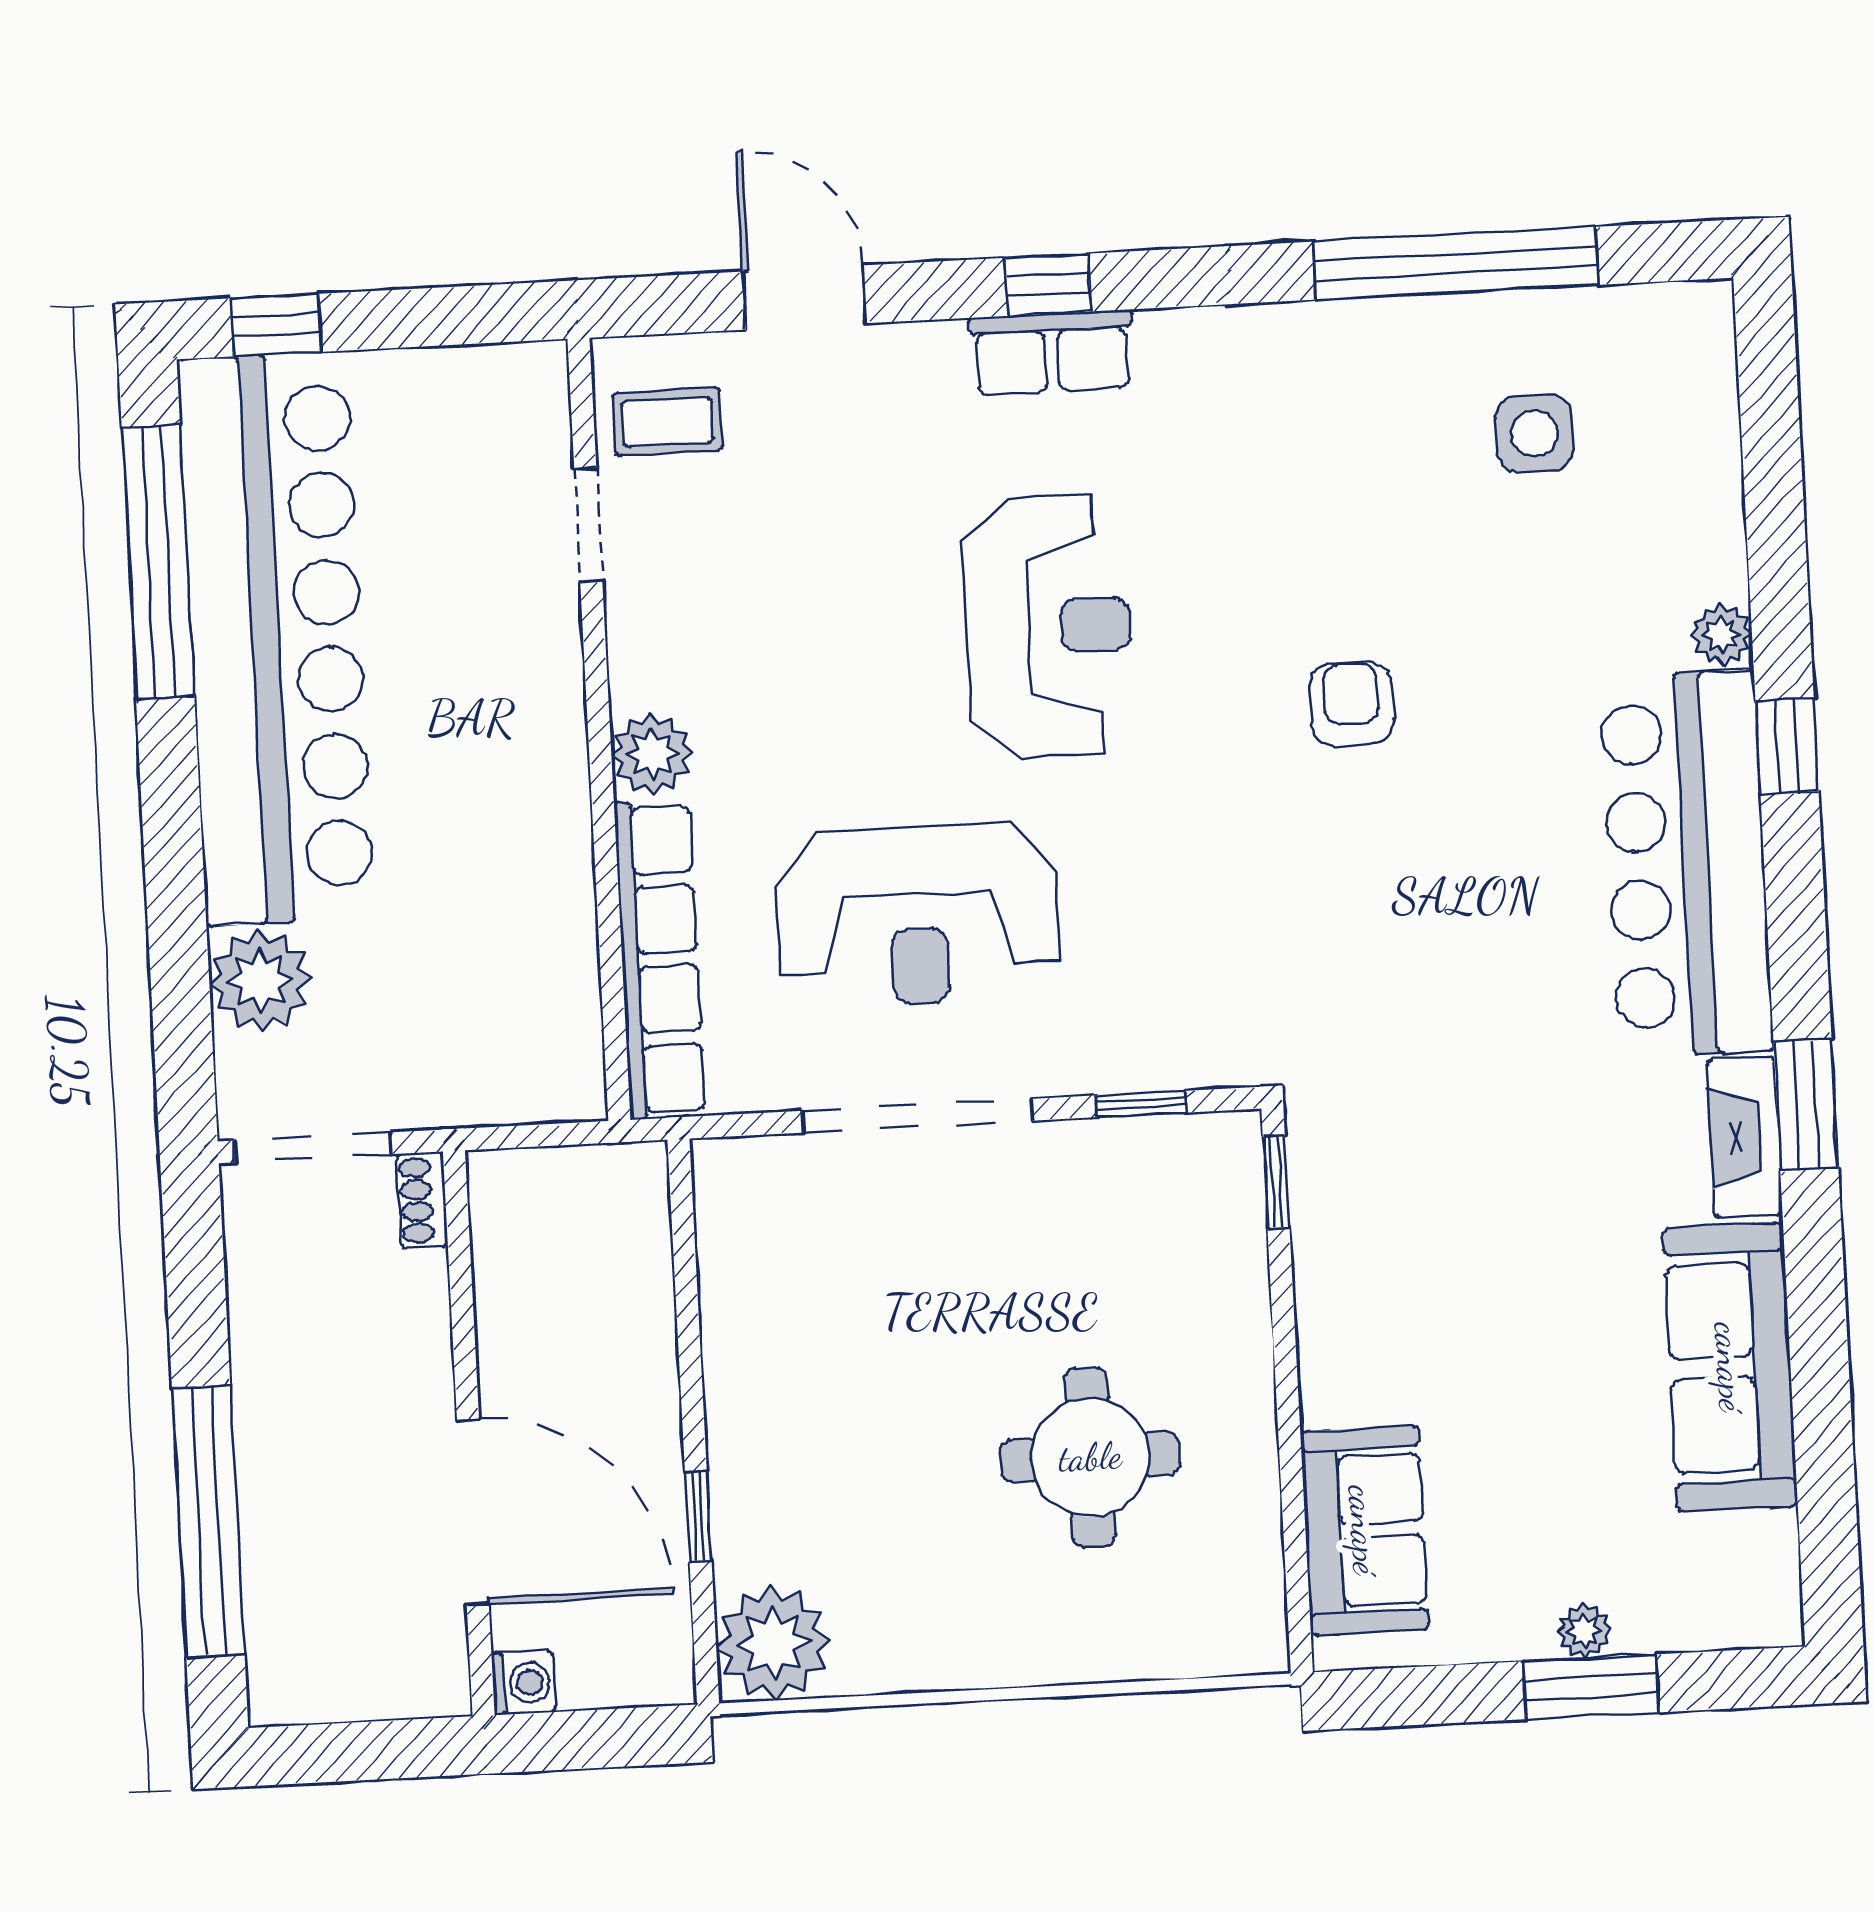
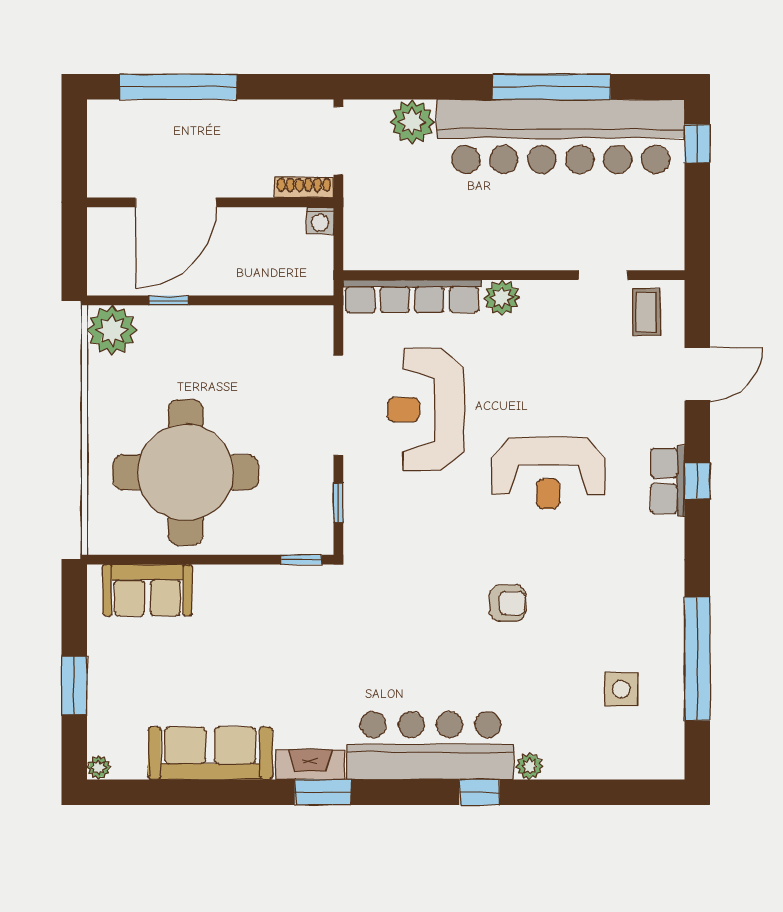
window: (158, 562) -> (551, 87), moved
shoe rack: (422, 1200) -> (304, 187), width x1.43
round table: (1090, 1457) -> (186, 472), width x1.86, depth x1.86
plant: (1584, 1631) -> (99, 768), moved
washing machine: (524, 1683) -> (320, 220), moved

